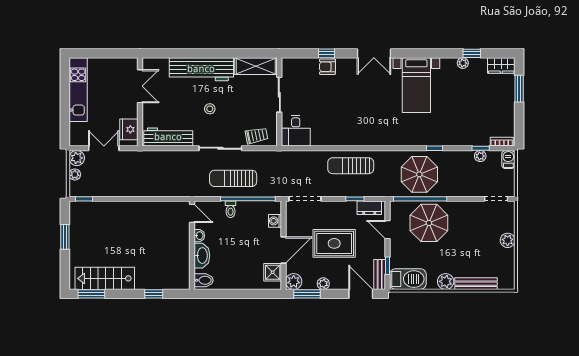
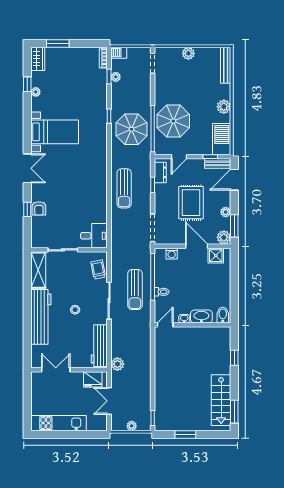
plant: (77, 158) -> (117, 364), moved
bench: (476, 284) -> (226, 65), moved

